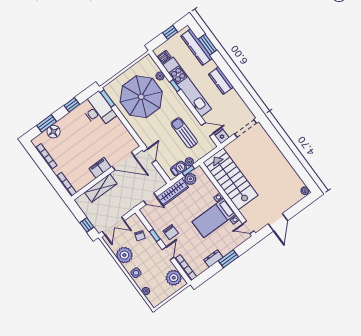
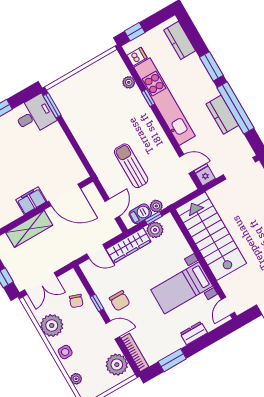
window: (170, 32) -> (135, 32), moved
window: (208, 44) -> (211, 66), moved
kitchen counter: (197, 47) -> (180, 40), width x0.67
kitchen counter: (221, 81) -> (222, 115), moved
window: (238, 86) -> (236, 108), added
parasol: (141, 97) -> (99, 108), removed
desk: (98, 110) -> (35, 115), width x0.73
sun lounger: (184, 133) -> (131, 166), moved
door: (150, 156) -> (112, 209), moved
door: (248, 227) -> (228, 306), hinge flipped
door: (168, 253) -> (113, 330), hinge flipped
dresser: (213, 259) -> (194, 333), moved
window: (228, 259) -> (172, 360), moved

